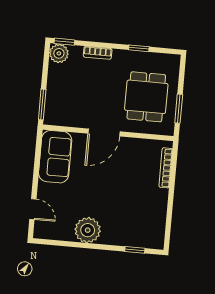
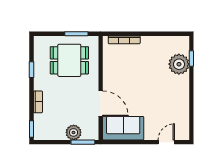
plant: (59, 53) -> (74, 132), moved
door: (104, 132) -> (101, 104), moved
plant: (88, 230) -> (179, 64), moved

